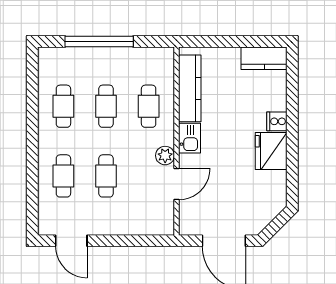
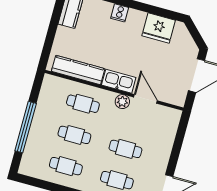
kitchen sink: (190, 138) -> (119, 81), width x1.38
fridge: (271, 151) -> (159, 28), moved

